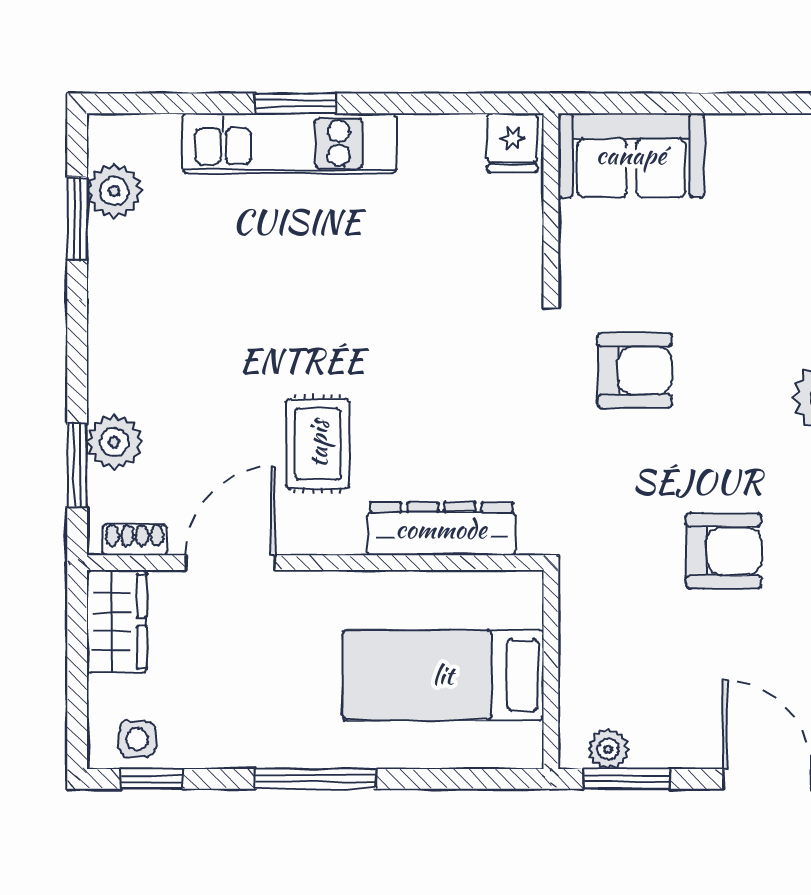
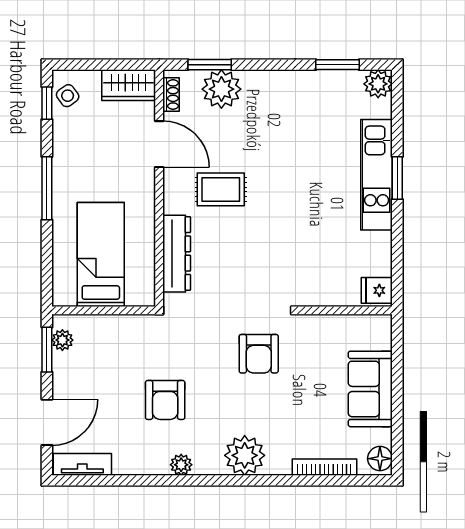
sofa: (631, 155) -> (370, 389), moved
plant: (114, 191) -> (378, 84), moved
plant: (114, 442) -> (221, 89), width x1.36, depth x1.36
side table: (137, 739) -> (68, 96), turned -36

